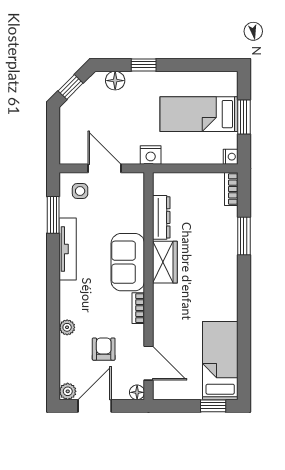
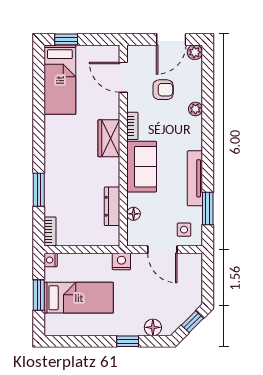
wardrobe: (165, 262) -> (109, 138), moved
armchair: (104, 349) -> (163, 90), turned -90
floor lamp: (137, 392) -> (134, 214), moved

